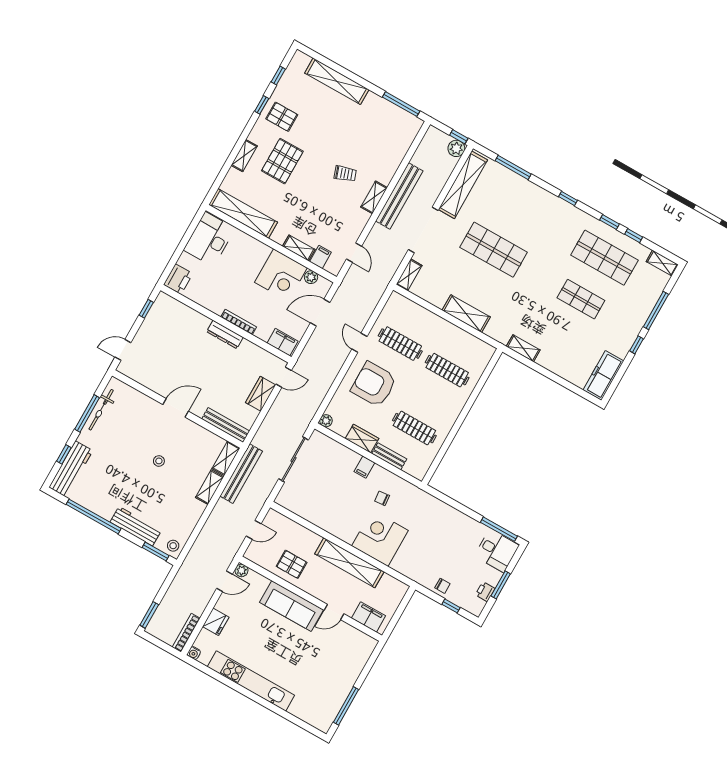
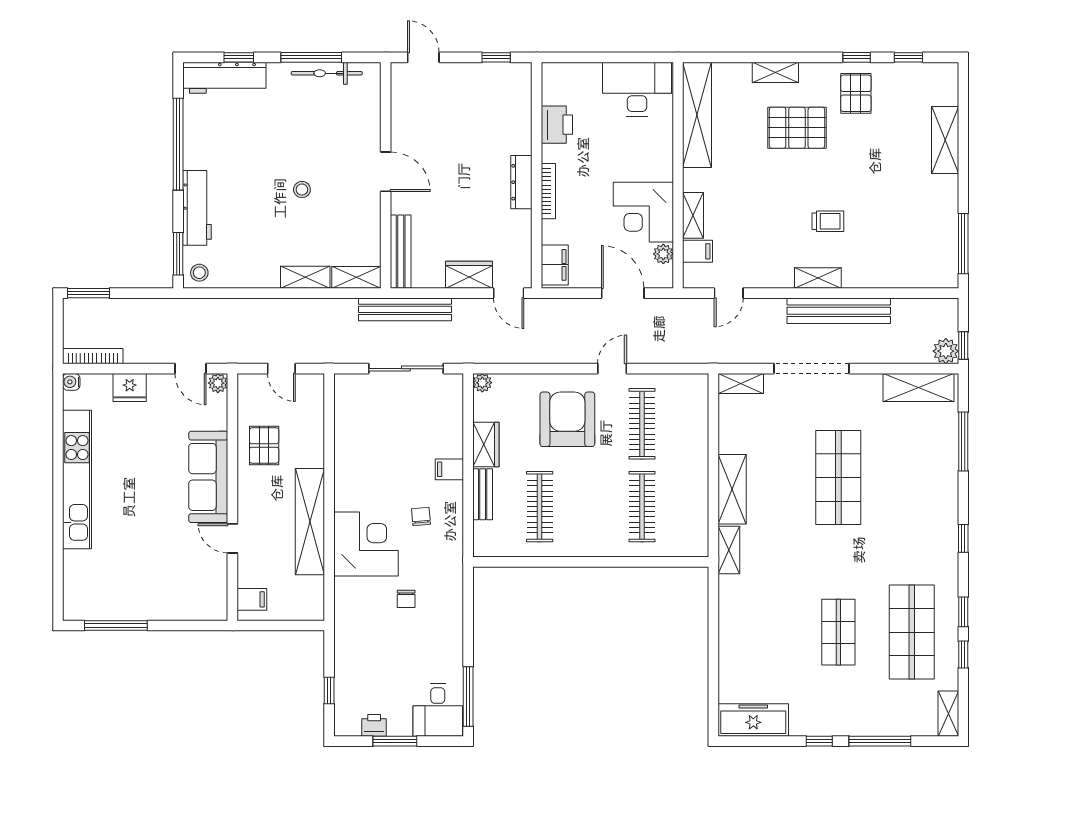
shelving: (337, 81) -> (945, 140), width x0.68
trolley: (345, 174) -> (828, 221), turned -71
shelving: (463, 185) -> (918, 387), width x0.68
printer: (178, 279) -> (557, 125), moved, turned -90
shelving: (523, 348) -> (729, 550), moved
bench: (241, 474) -> (405, 309), moved
chair: (442, 586) -> (406, 599), moved
filing cabinet: (368, 617) -> (252, 599), width x0.50

